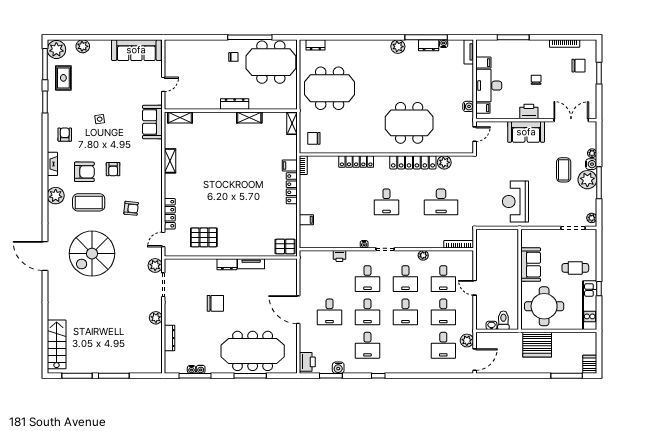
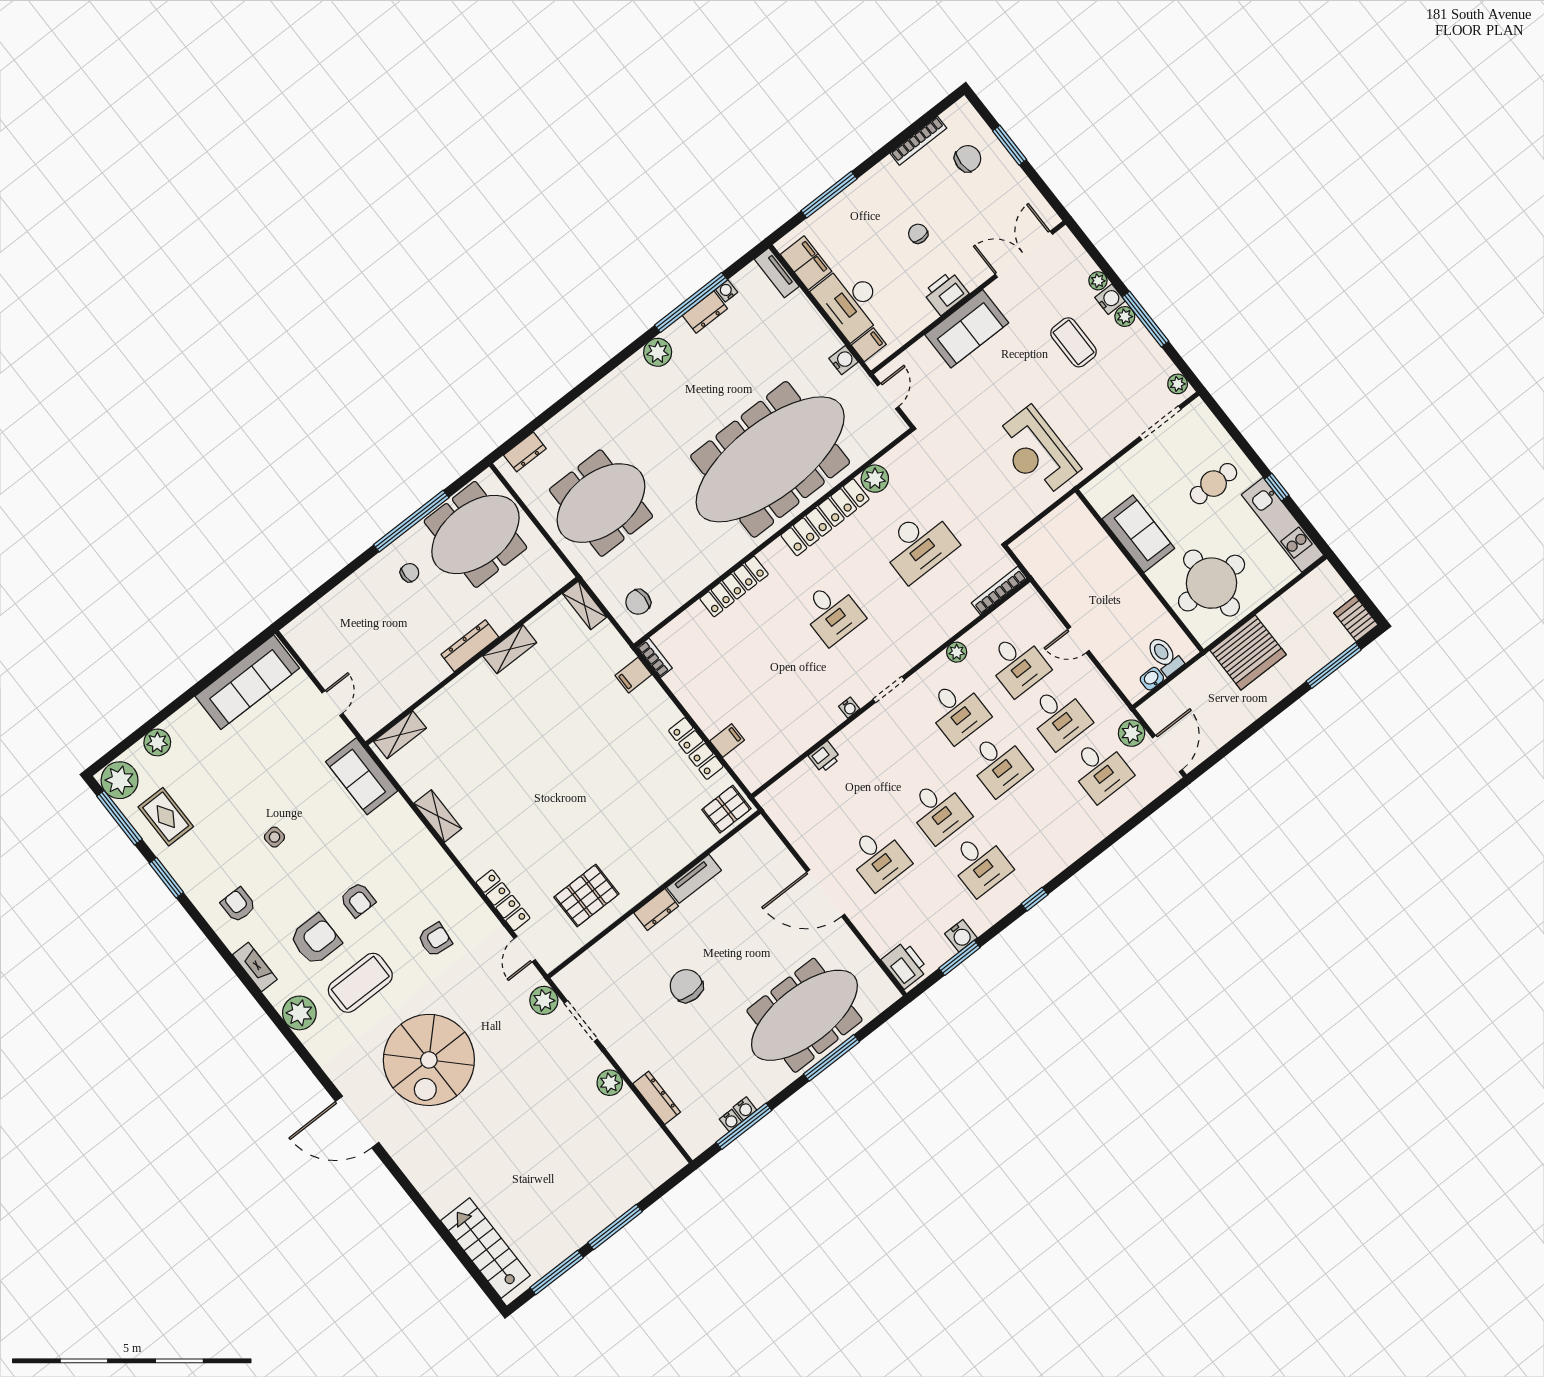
filing cabinet: (483, 63) -> (806, 263), width x2.00
meeting table: (409, 123) -> (770, 459), width x1.86, depth x1.27
plant: (587, 180) -> (1125, 316), width x0.53, depth x0.53
locker: (292, 188) -> (696, 749), moved
desk: (367, 279) -> (897, 758), removed
chair: (215, 303) -> (686, 986), turned -90

